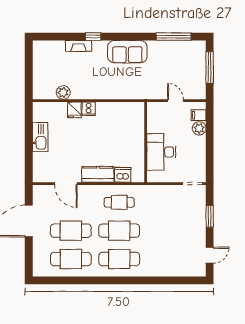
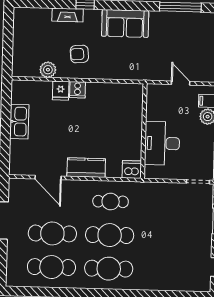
armchair: (89, 79) -> (79, 54), added
dishwasher: (123, 175) -> (132, 170), moved

